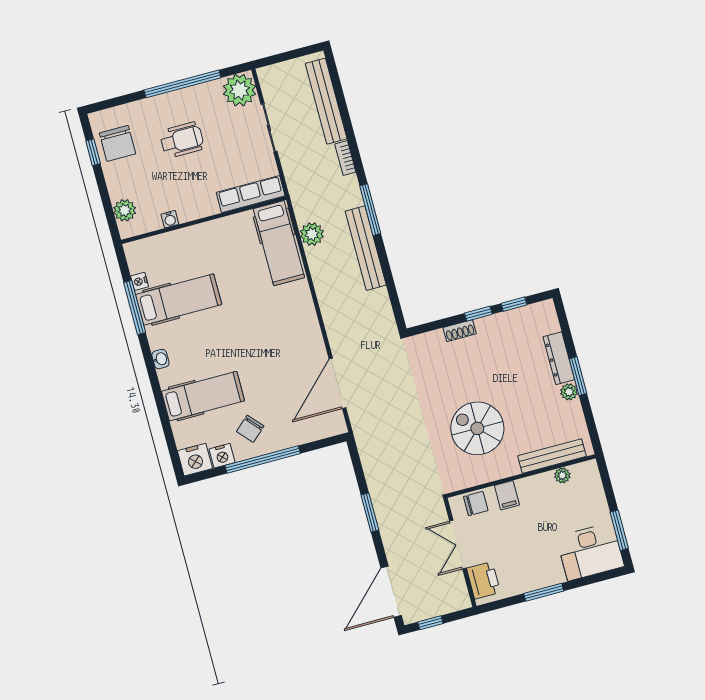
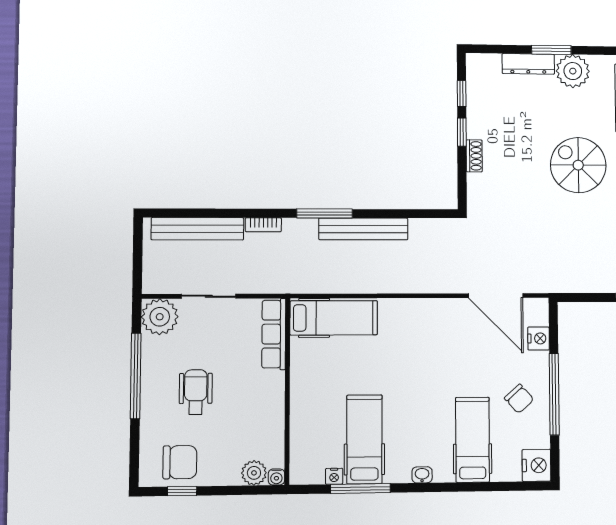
water cooler: (170, 219) -> (276, 477), moved, turned 90
plant: (312, 234) -> (333, 281), removed
plant: (569, 392) -> (573, 71), width x1.88, depth x1.88
spiral stairs: (477, 428) -> (578, 165), turned 90
nightstand: (222, 456) -> (539, 338), moved

